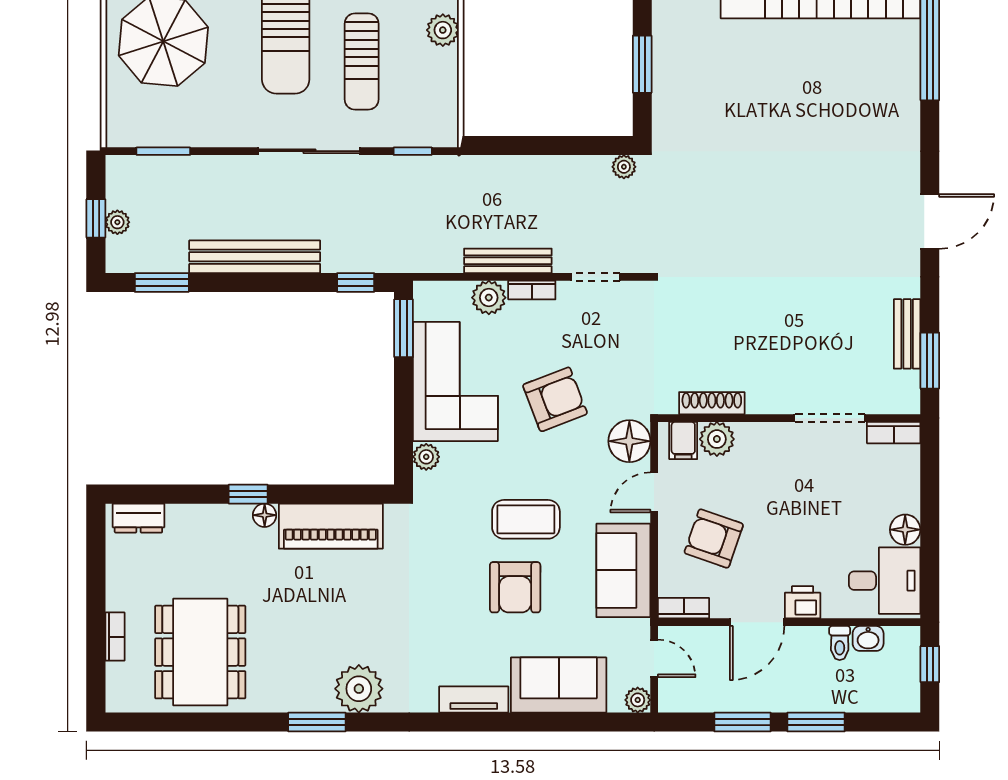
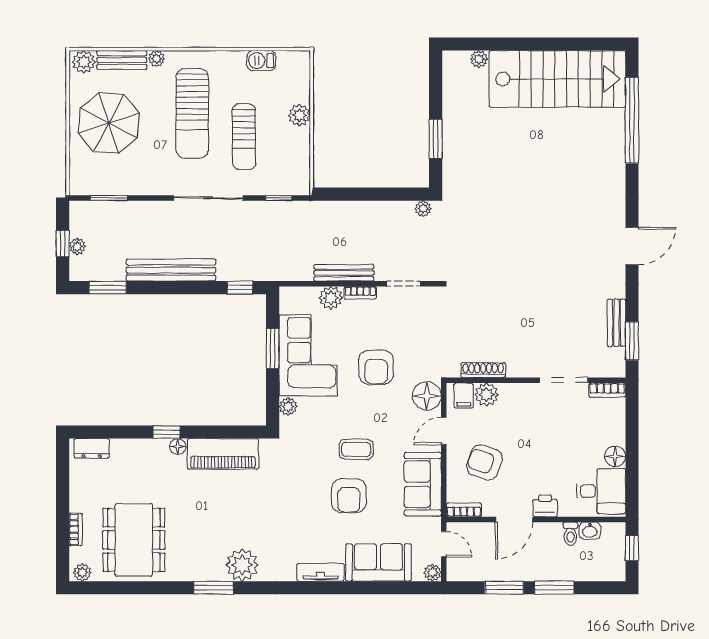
window: (404, 328) -> (273, 348), moved
armchair: (555, 399) -> (376, 367), turned 111
coffee table: (526, 519) -> (356, 449), width x0.73, depth x0.77
plant: (125, 700) -> (82, 572), added

